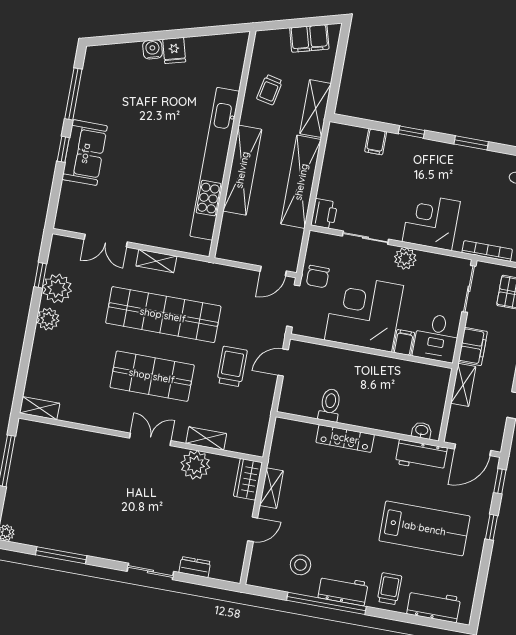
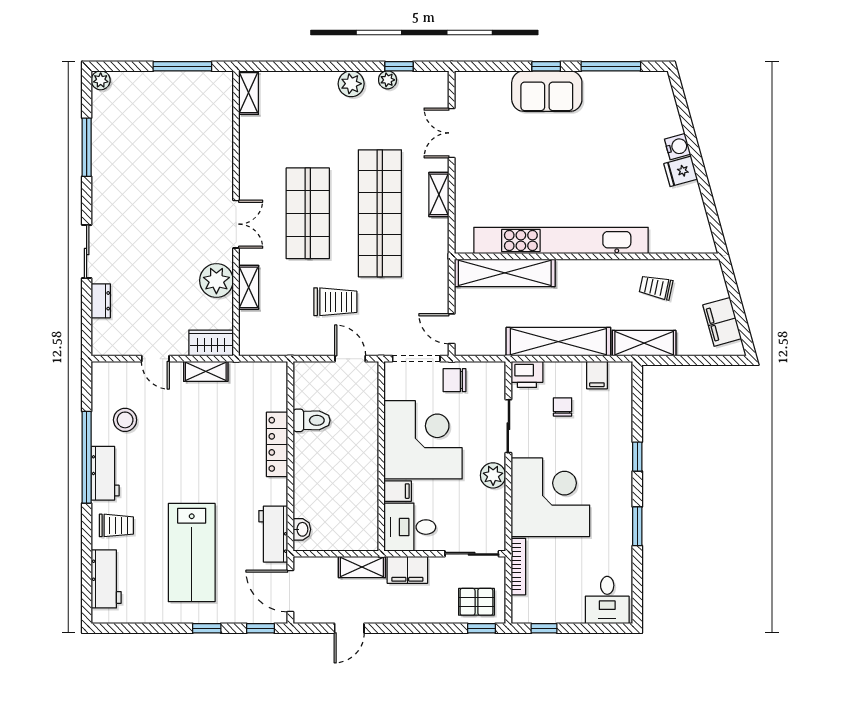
filing cabinet: (376, 142) -> (597, 375), moved, turned -90
shelving: (242, 170) -> (505, 273), moved
chair: (357, 188) -> (563, 407), added
corner desk: (431, 222) -> (550, 497), width x1.36, depth x1.36
plant: (57, 288) -> (388, 80), width x0.53, depth x0.53

